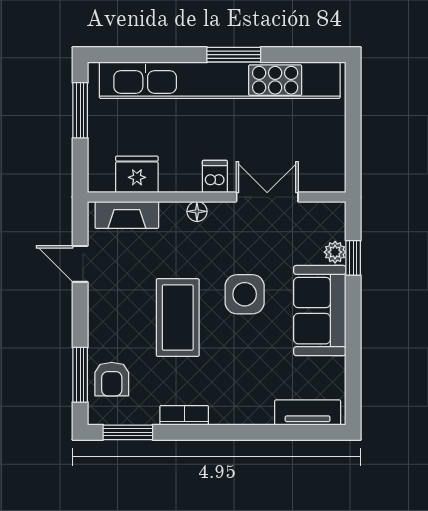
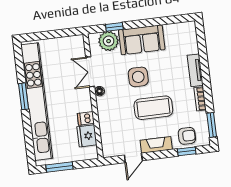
dishwasher: (215, 176) -> (86, 118), moved
floor lamp: (197, 211) -> (99, 91), moved
fireplace: (127, 215) -> (156, 145), moved, turned -90
plant: (335, 252) -> (109, 41), width x1.88, depth x1.88
window: (80, 375) -> (187, 151), width x0.67
tv unit: (308, 412) -> (195, 70), moved

